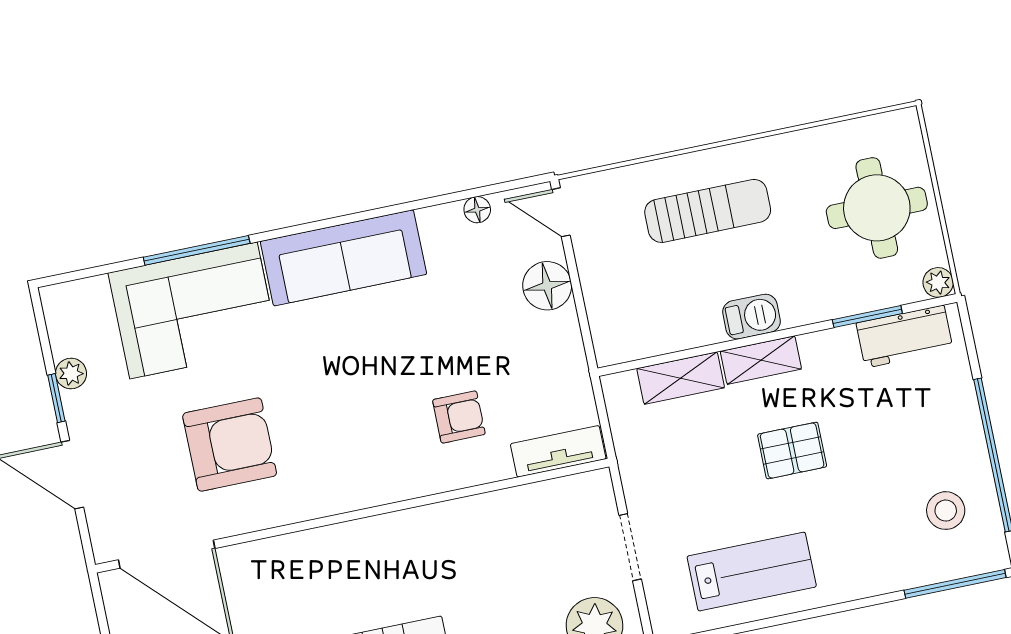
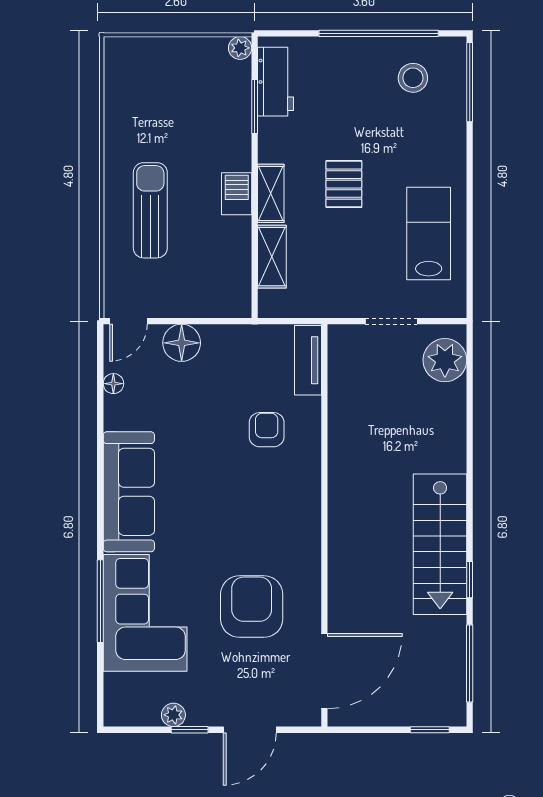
round table: (877, 208) -> (174, 82), removed

